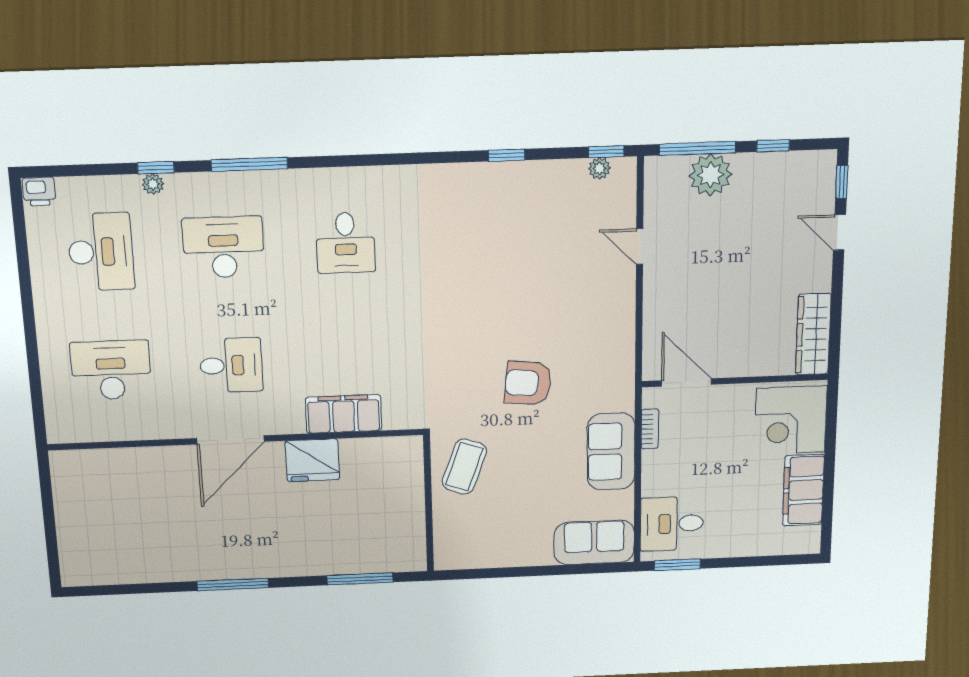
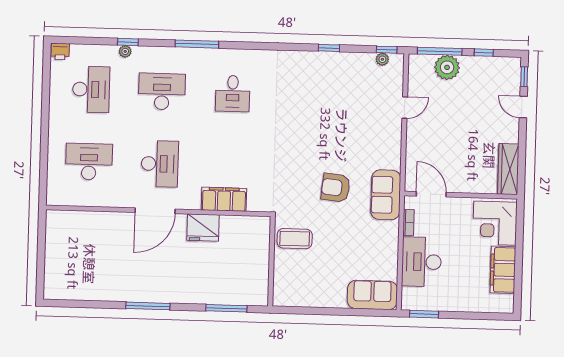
window: (249, 164) -> (197, 44), moved
door: (640, 246) -> (405, 108), swing flipped
desk: (231, 365) -> (160, 164), width x1.37
sofa: (611, 452) -> (386, 195), moved
coffee table: (464, 467) -> (295, 239), turned 70
desk: (672, 524) -> (422, 262), moved, width x1.37

